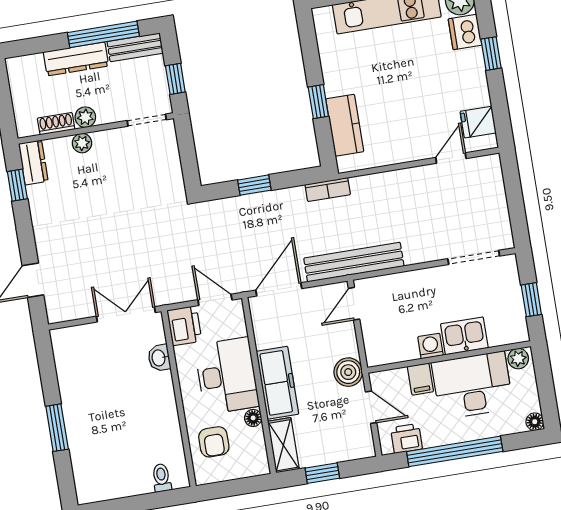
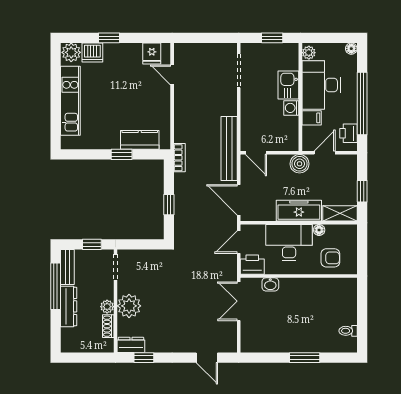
plant: (82, 143) -> (129, 306), width x1.87, depth x1.87
toilet: (162, 478) -> (348, 331), moved

